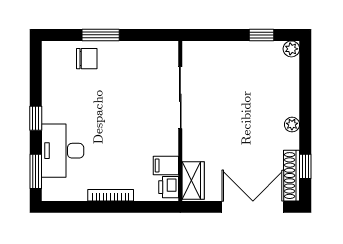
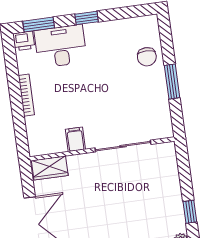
window: (101, 35) -> (172, 81), moved
filing cabinet: (166, 165) -> (75, 139), moved
printer: (169, 187) -> (24, 41), moved, turned 180

